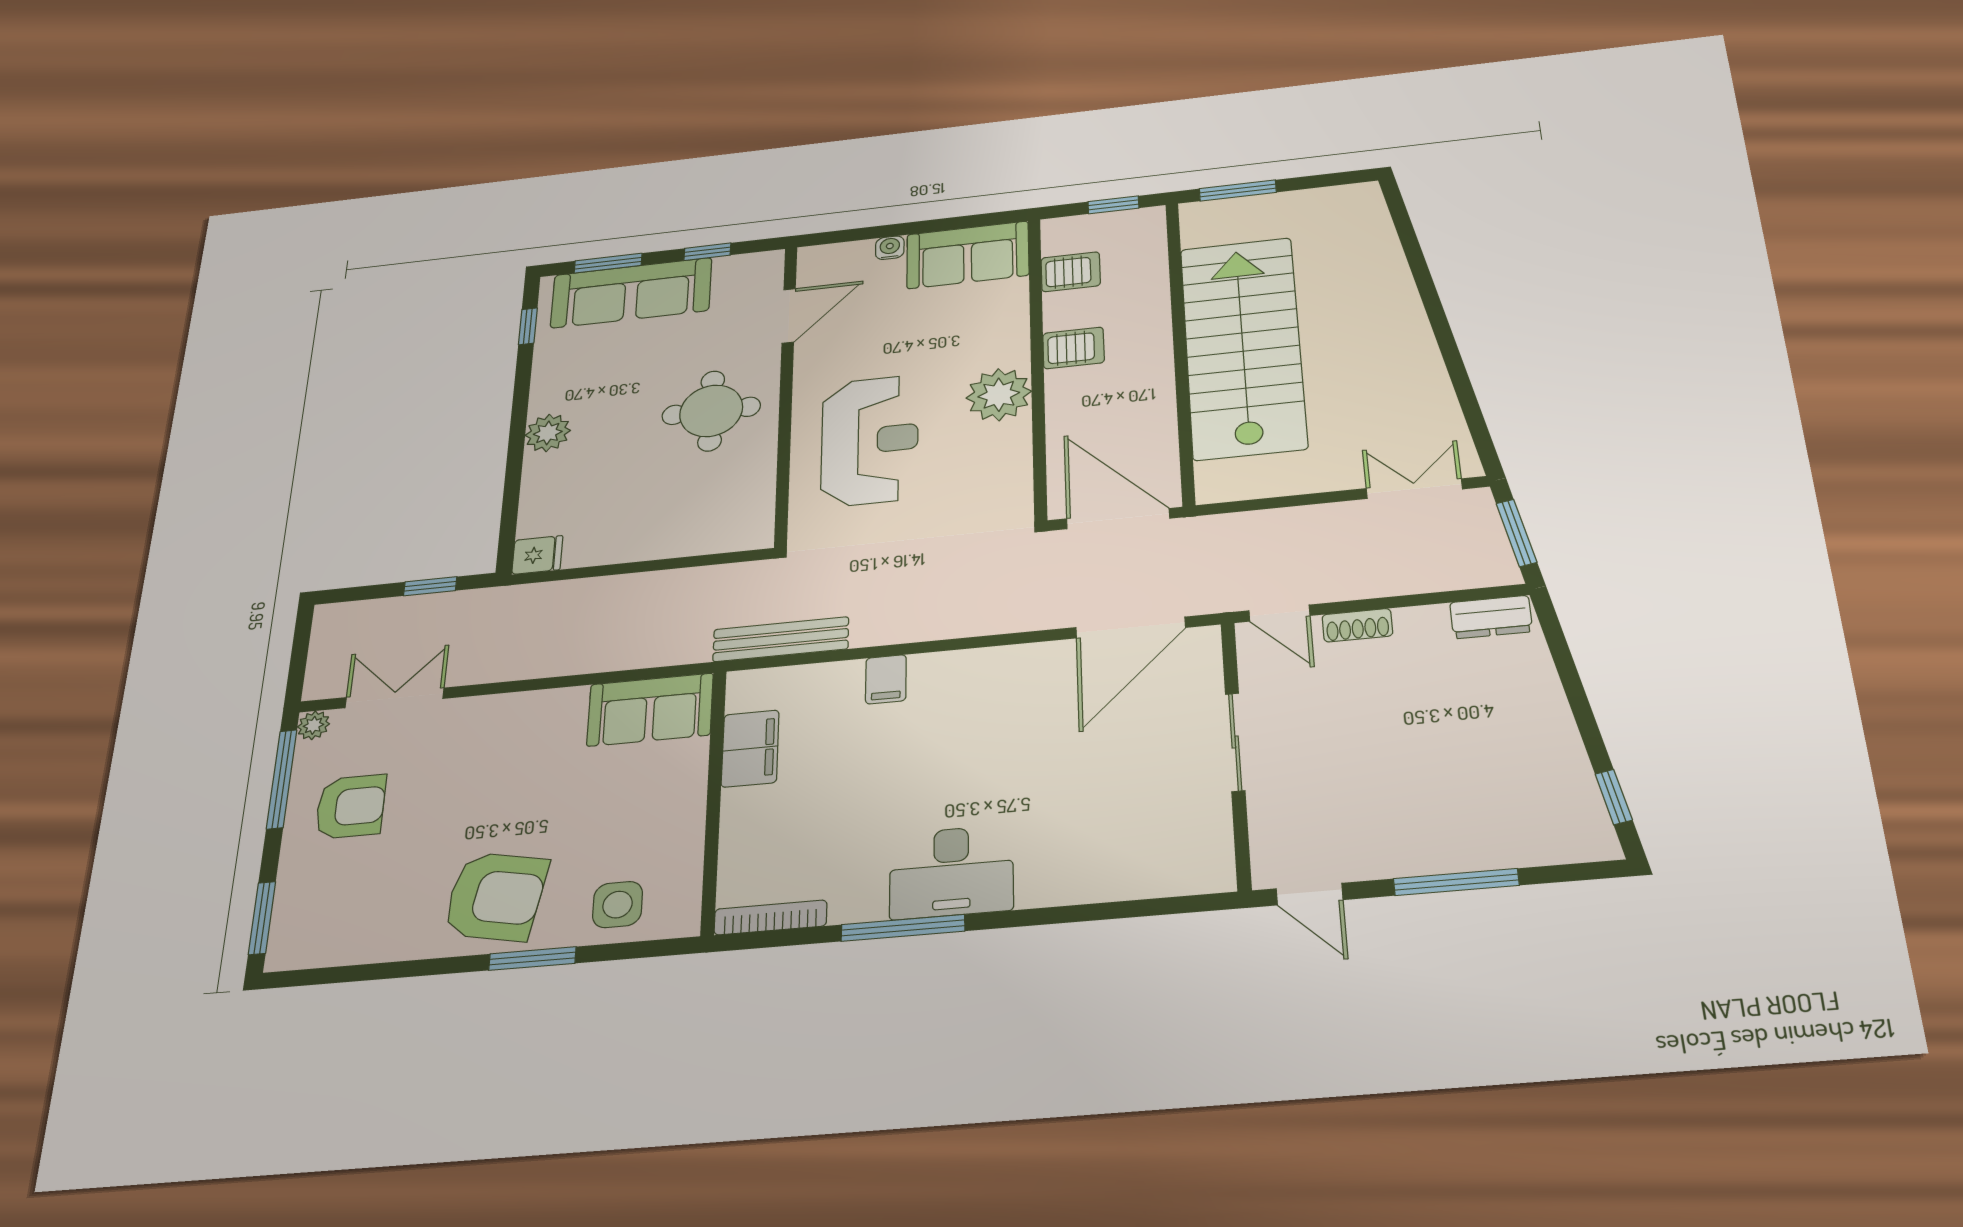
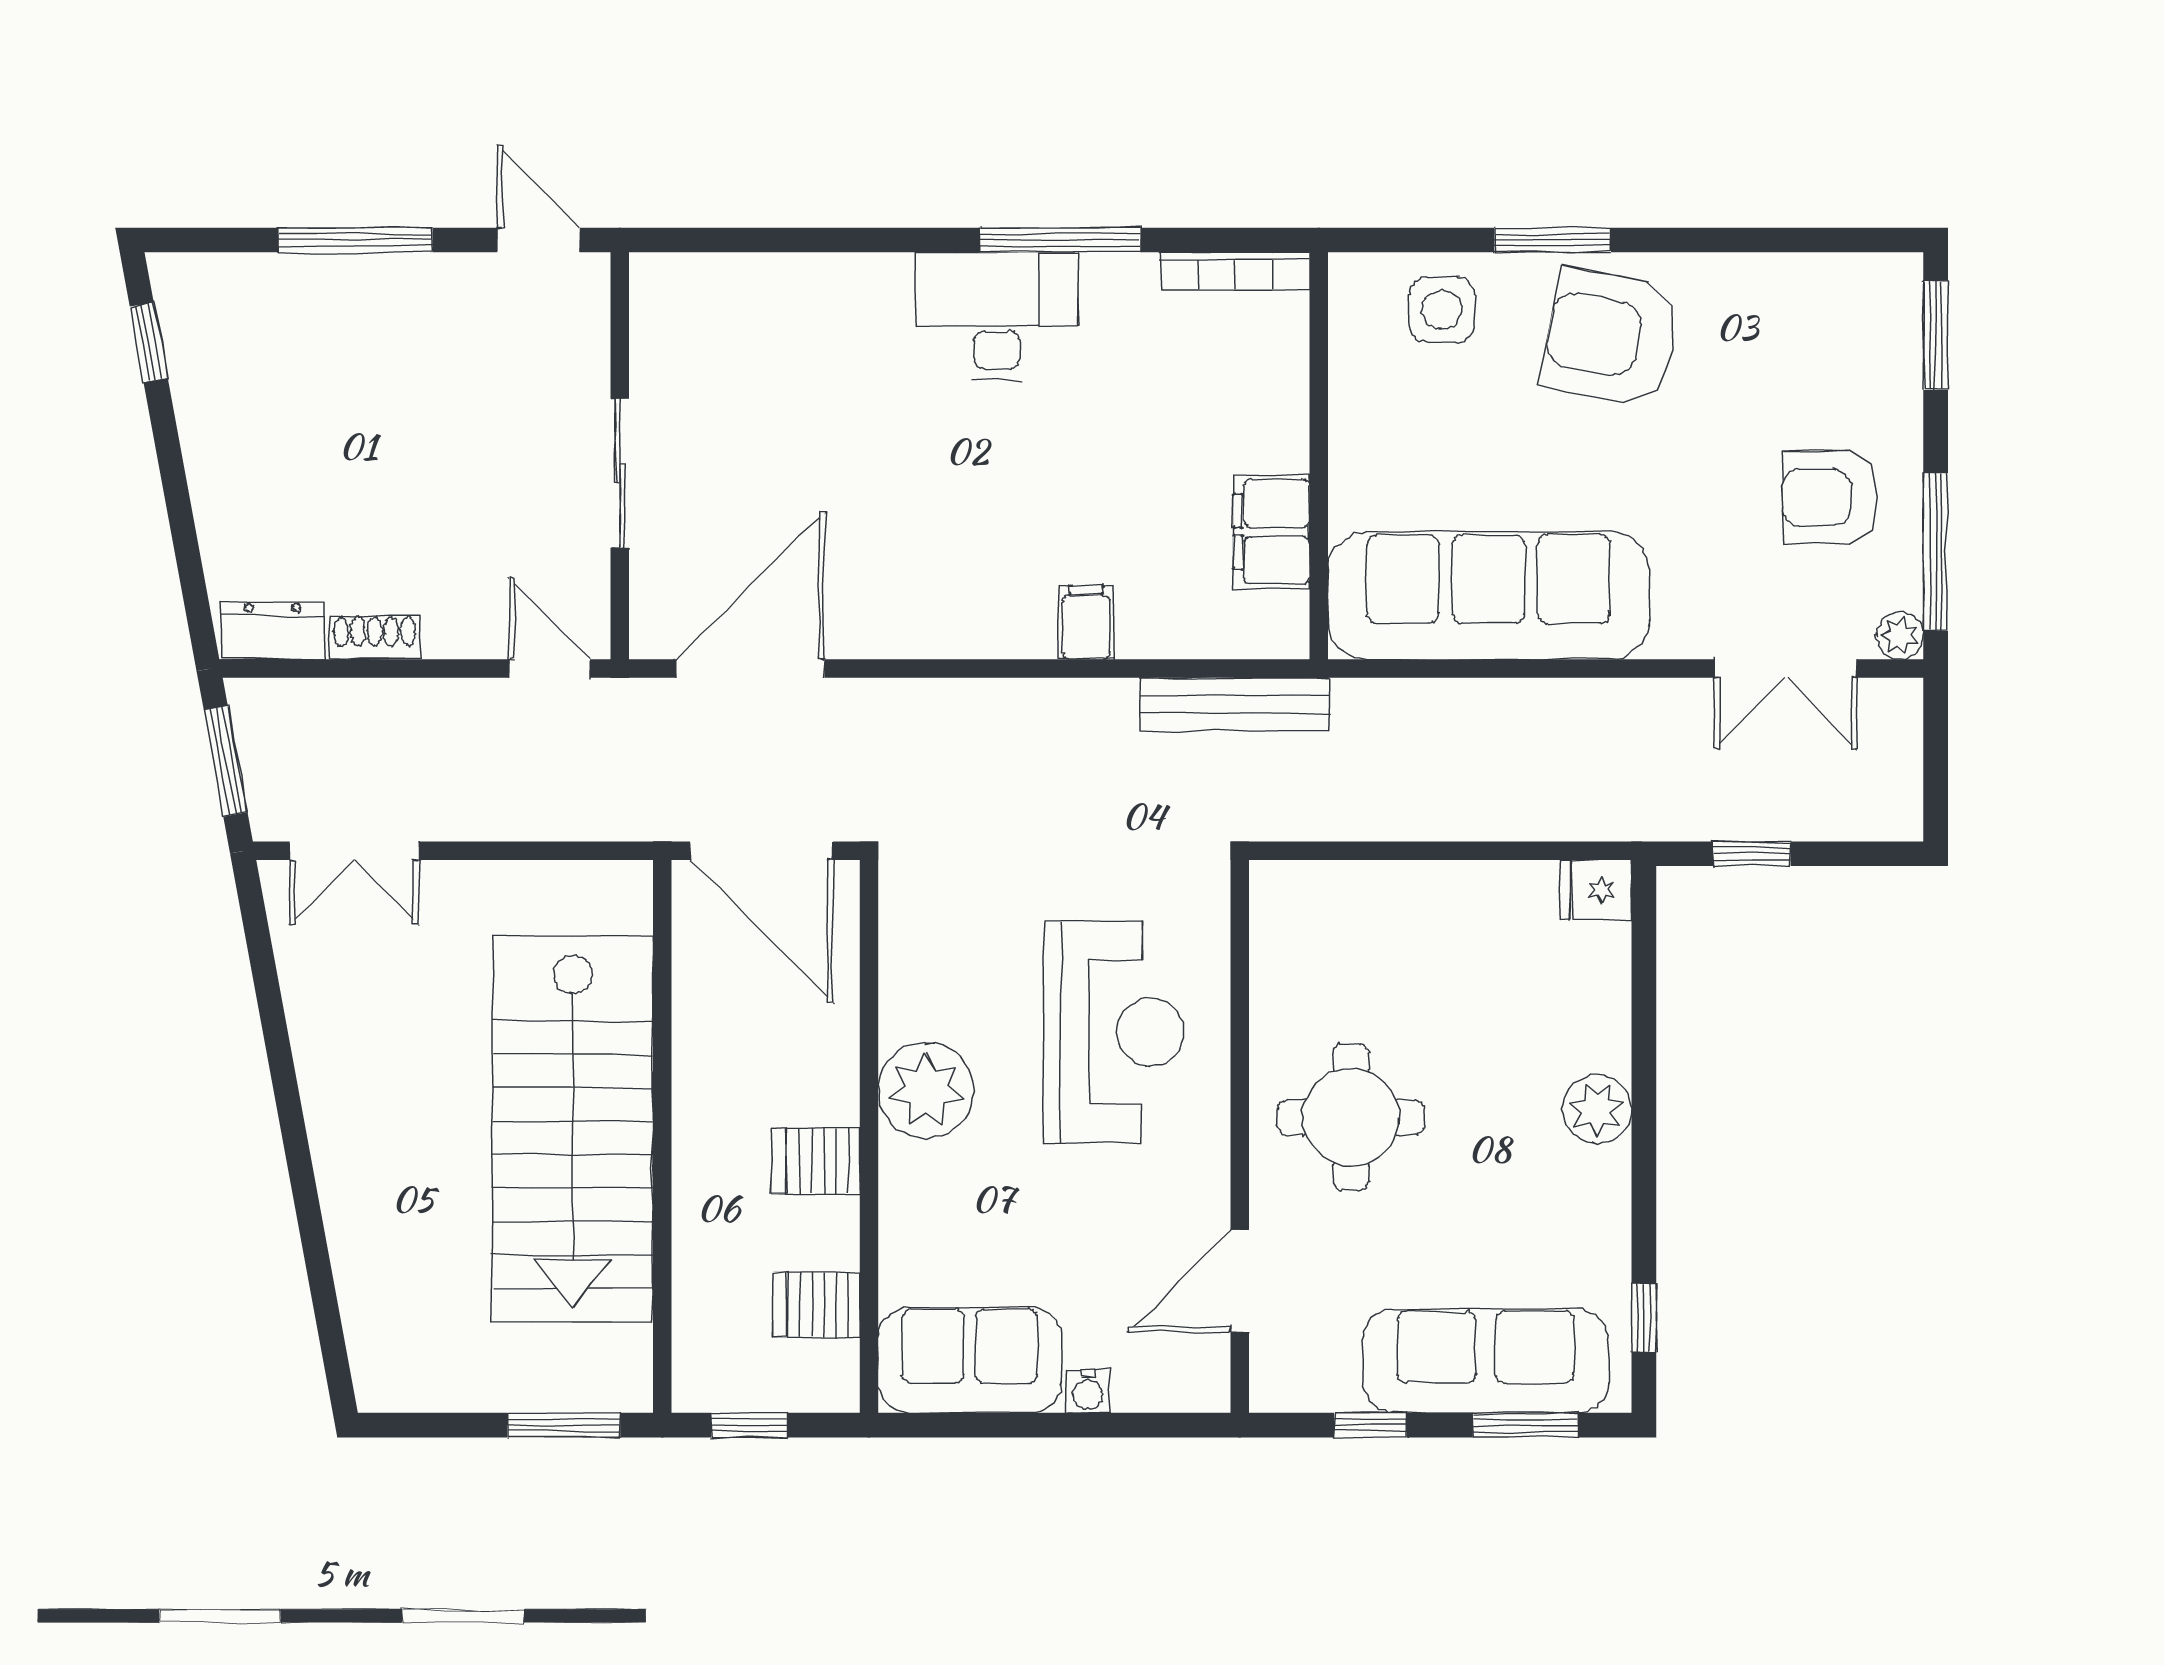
reception desk: (870, 441) -> (1114, 1032), turned 180
shoe rack: (1357, 625) -> (375, 637), moved
sofa: (650, 710) -> (1488, 596), width x1.85, depth x1.27

